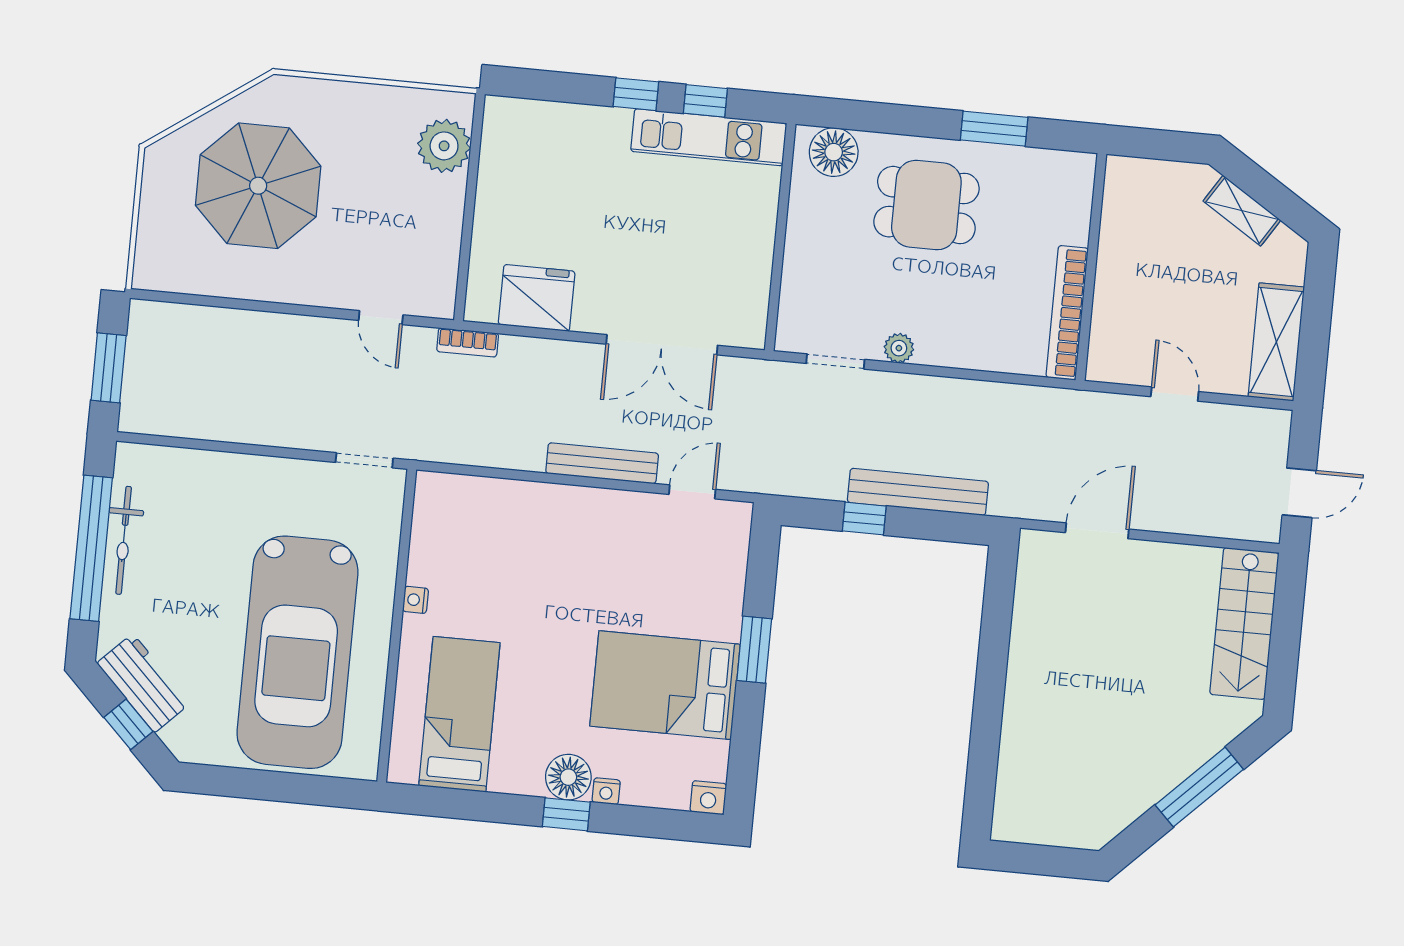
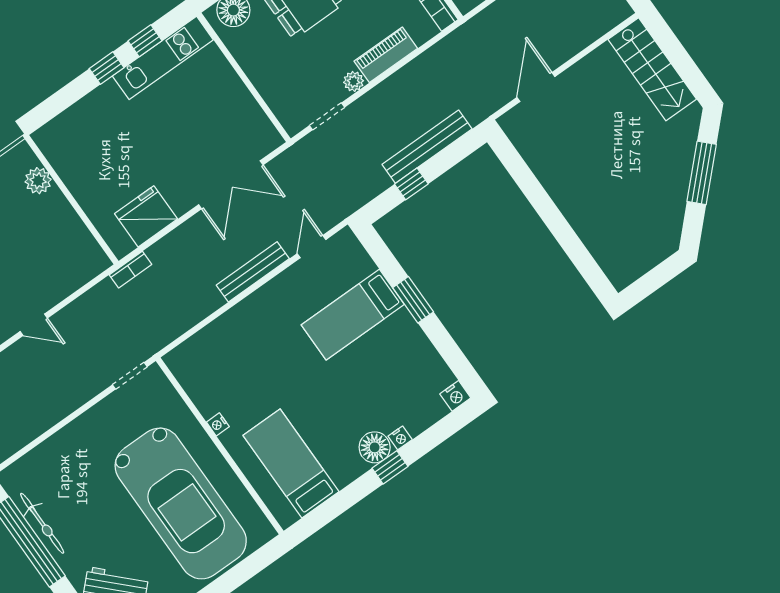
plant: (444, 146) -> (38, 181), width x0.73, depth x0.73
door: (381, 318) -> (34, 325), moved
piano: (961, 349) -> (386, 55), added
bed: (665, 685) -> (353, 315), moved, width x0.67

